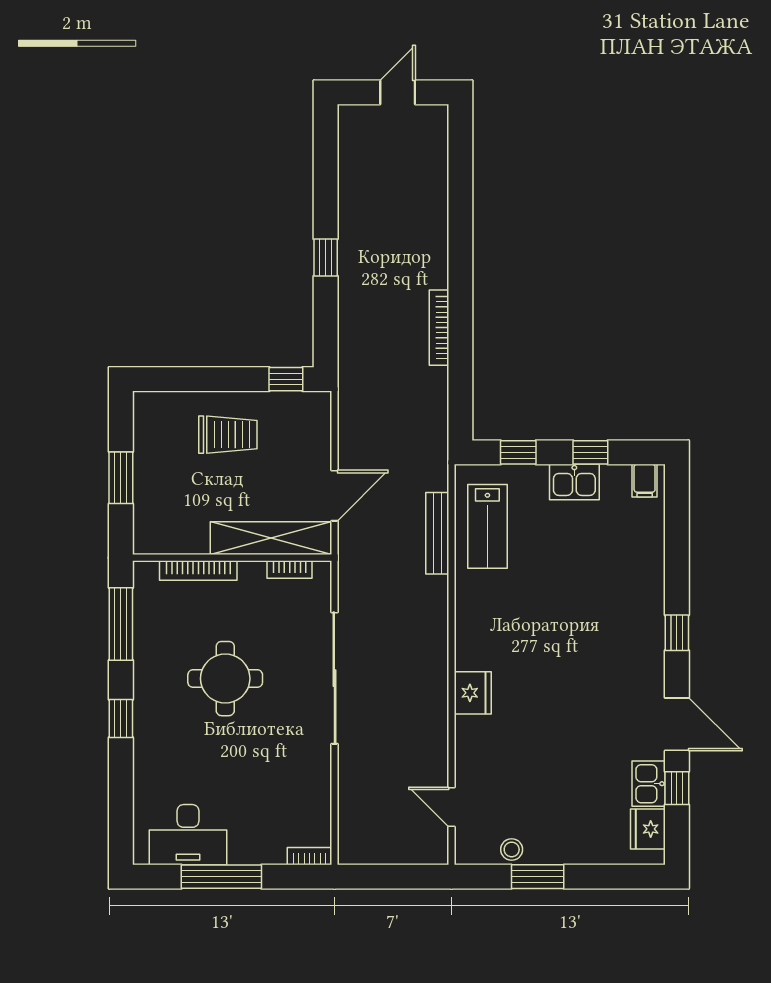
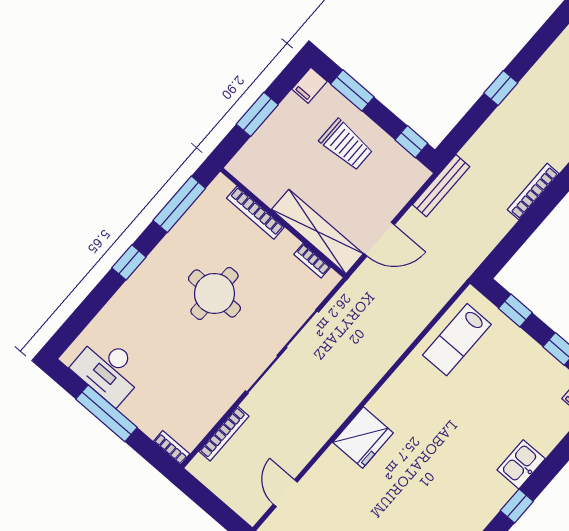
window: (190, 379) -> (352, 90), added
filing cabinet: (146, 409) -> (310, 85), added
kitchen sink: (574, 482) -> (521, 464), moved, turned 90
bench: (437, 533) -> (441, 186), moved
fridge: (473, 693) -> (363, 438), width x1.36, depth x1.34
bookcase: (347, 801) -> (224, 434), added

